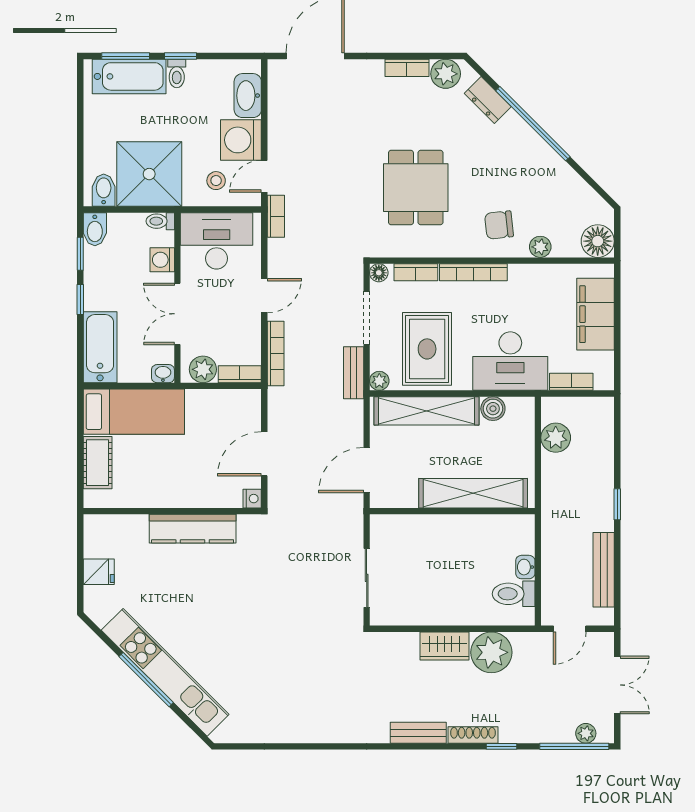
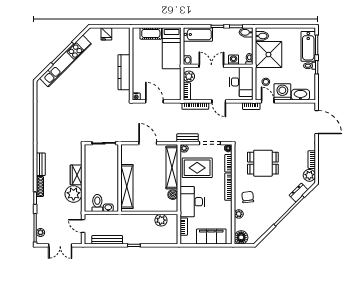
shelving: (473, 493) -> (127, 187), moved
wall: (452, 511) -> (120, 178), moved

